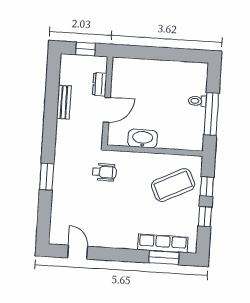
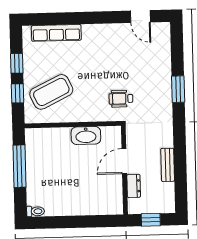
toilet: (197, 101) -> (35, 211), moved
window: (164, 258) -> (54, 19), removed

